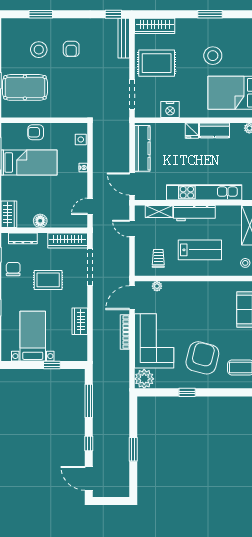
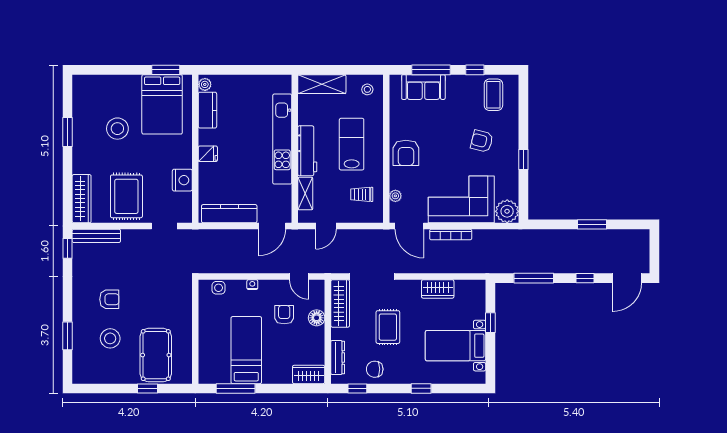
doorway: (132, 95) -> (164, 226), width x0.73
kitchen counter: (215, 130) -> (207, 110), moved
armchair: (36, 132) -> (284, 315), moved, turned 180
floor lamp: (40, 221) -> (317, 318), moved
armchair: (193, 295) -> (406, 153), added
armchair: (202, 358) -> (482, 141), width x0.53, depth x0.53

